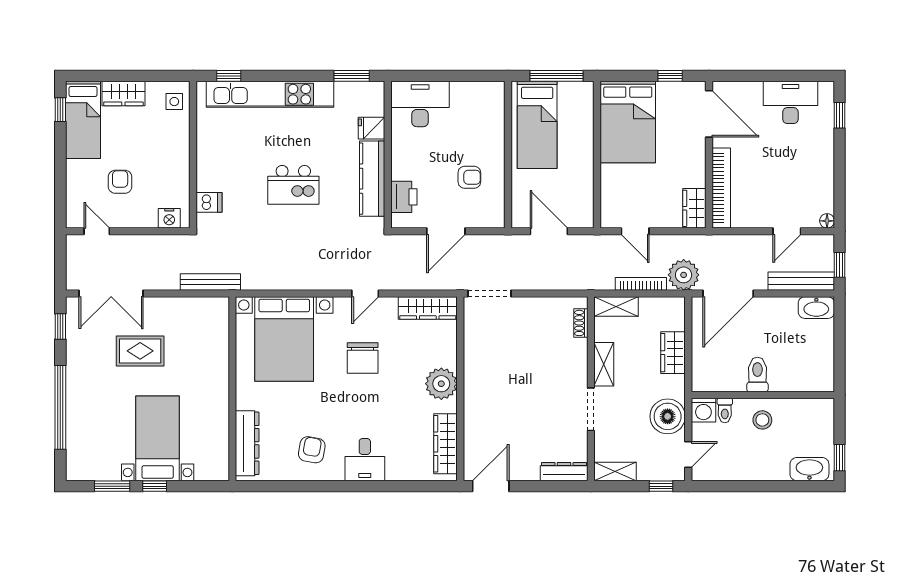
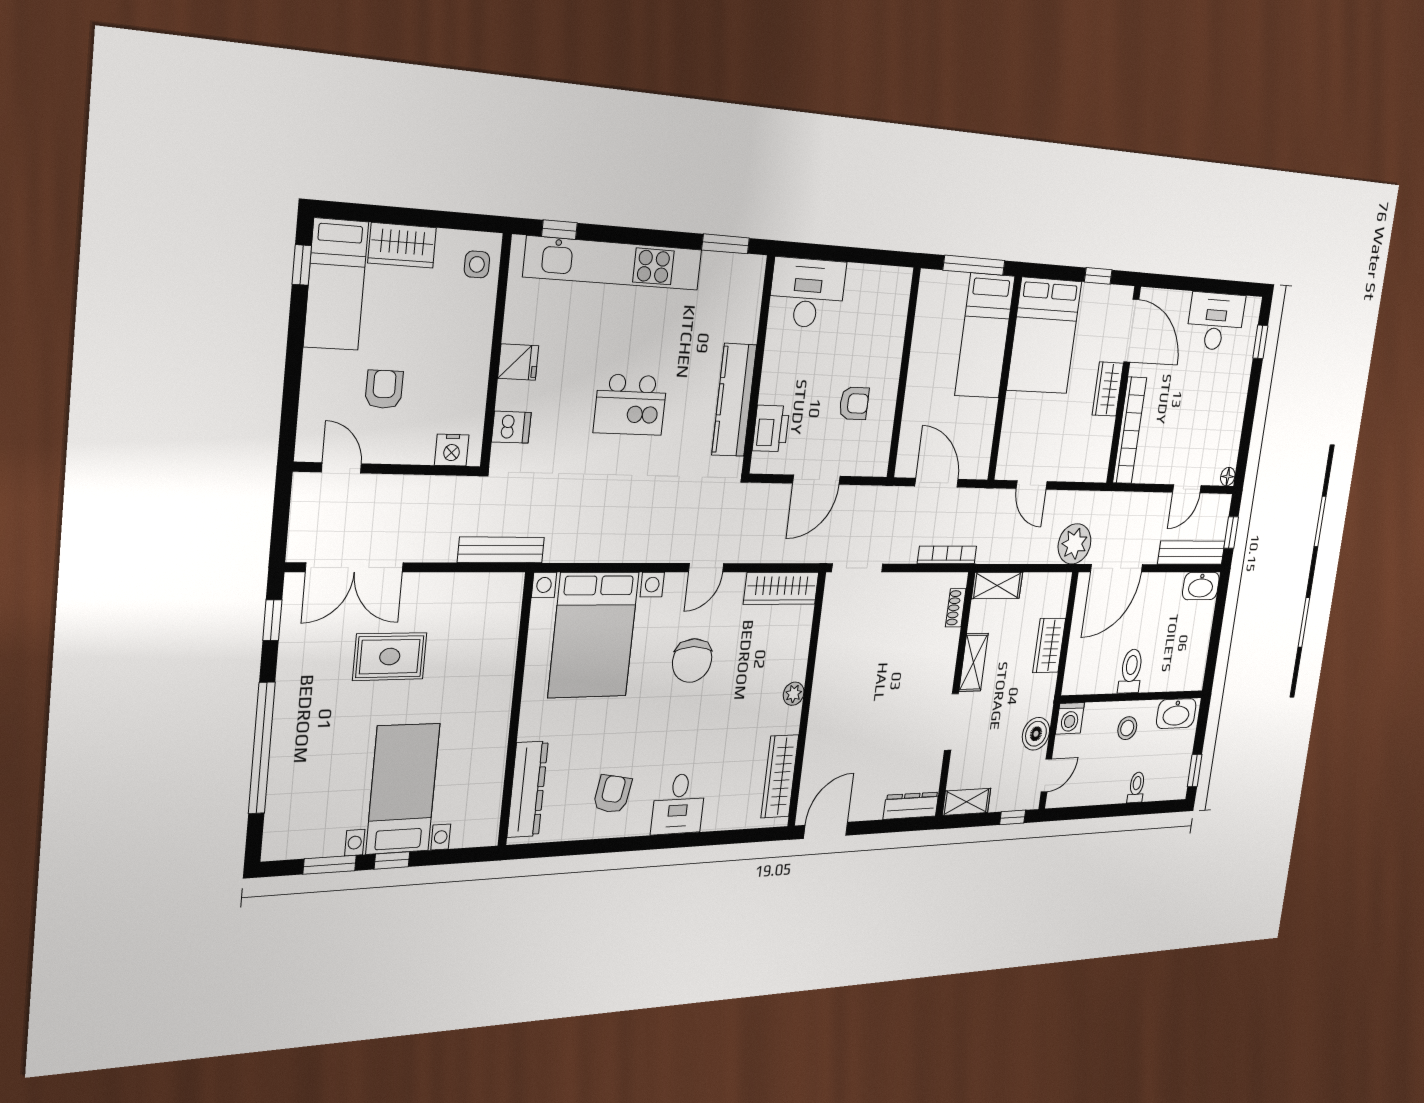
bed: (537, 125) -> (985, 336), moved
fridge: (372, 128) -> (518, 362), moved, turned 180
wardrobe: (694, 208) -> (1108, 389), moved
bookcase: (641, 284) -> (947, 555), moved
plant: (441, 384) -> (794, 694), width x0.53, depth x0.53
toilet: (725, 410) -> (1136, 787), moved, turned 180
boiler: (668, 416) -> (1036, 734), width x0.73, depth x0.73
washbasin: (809, 469) -> (1176, 714), moved, turned 180

